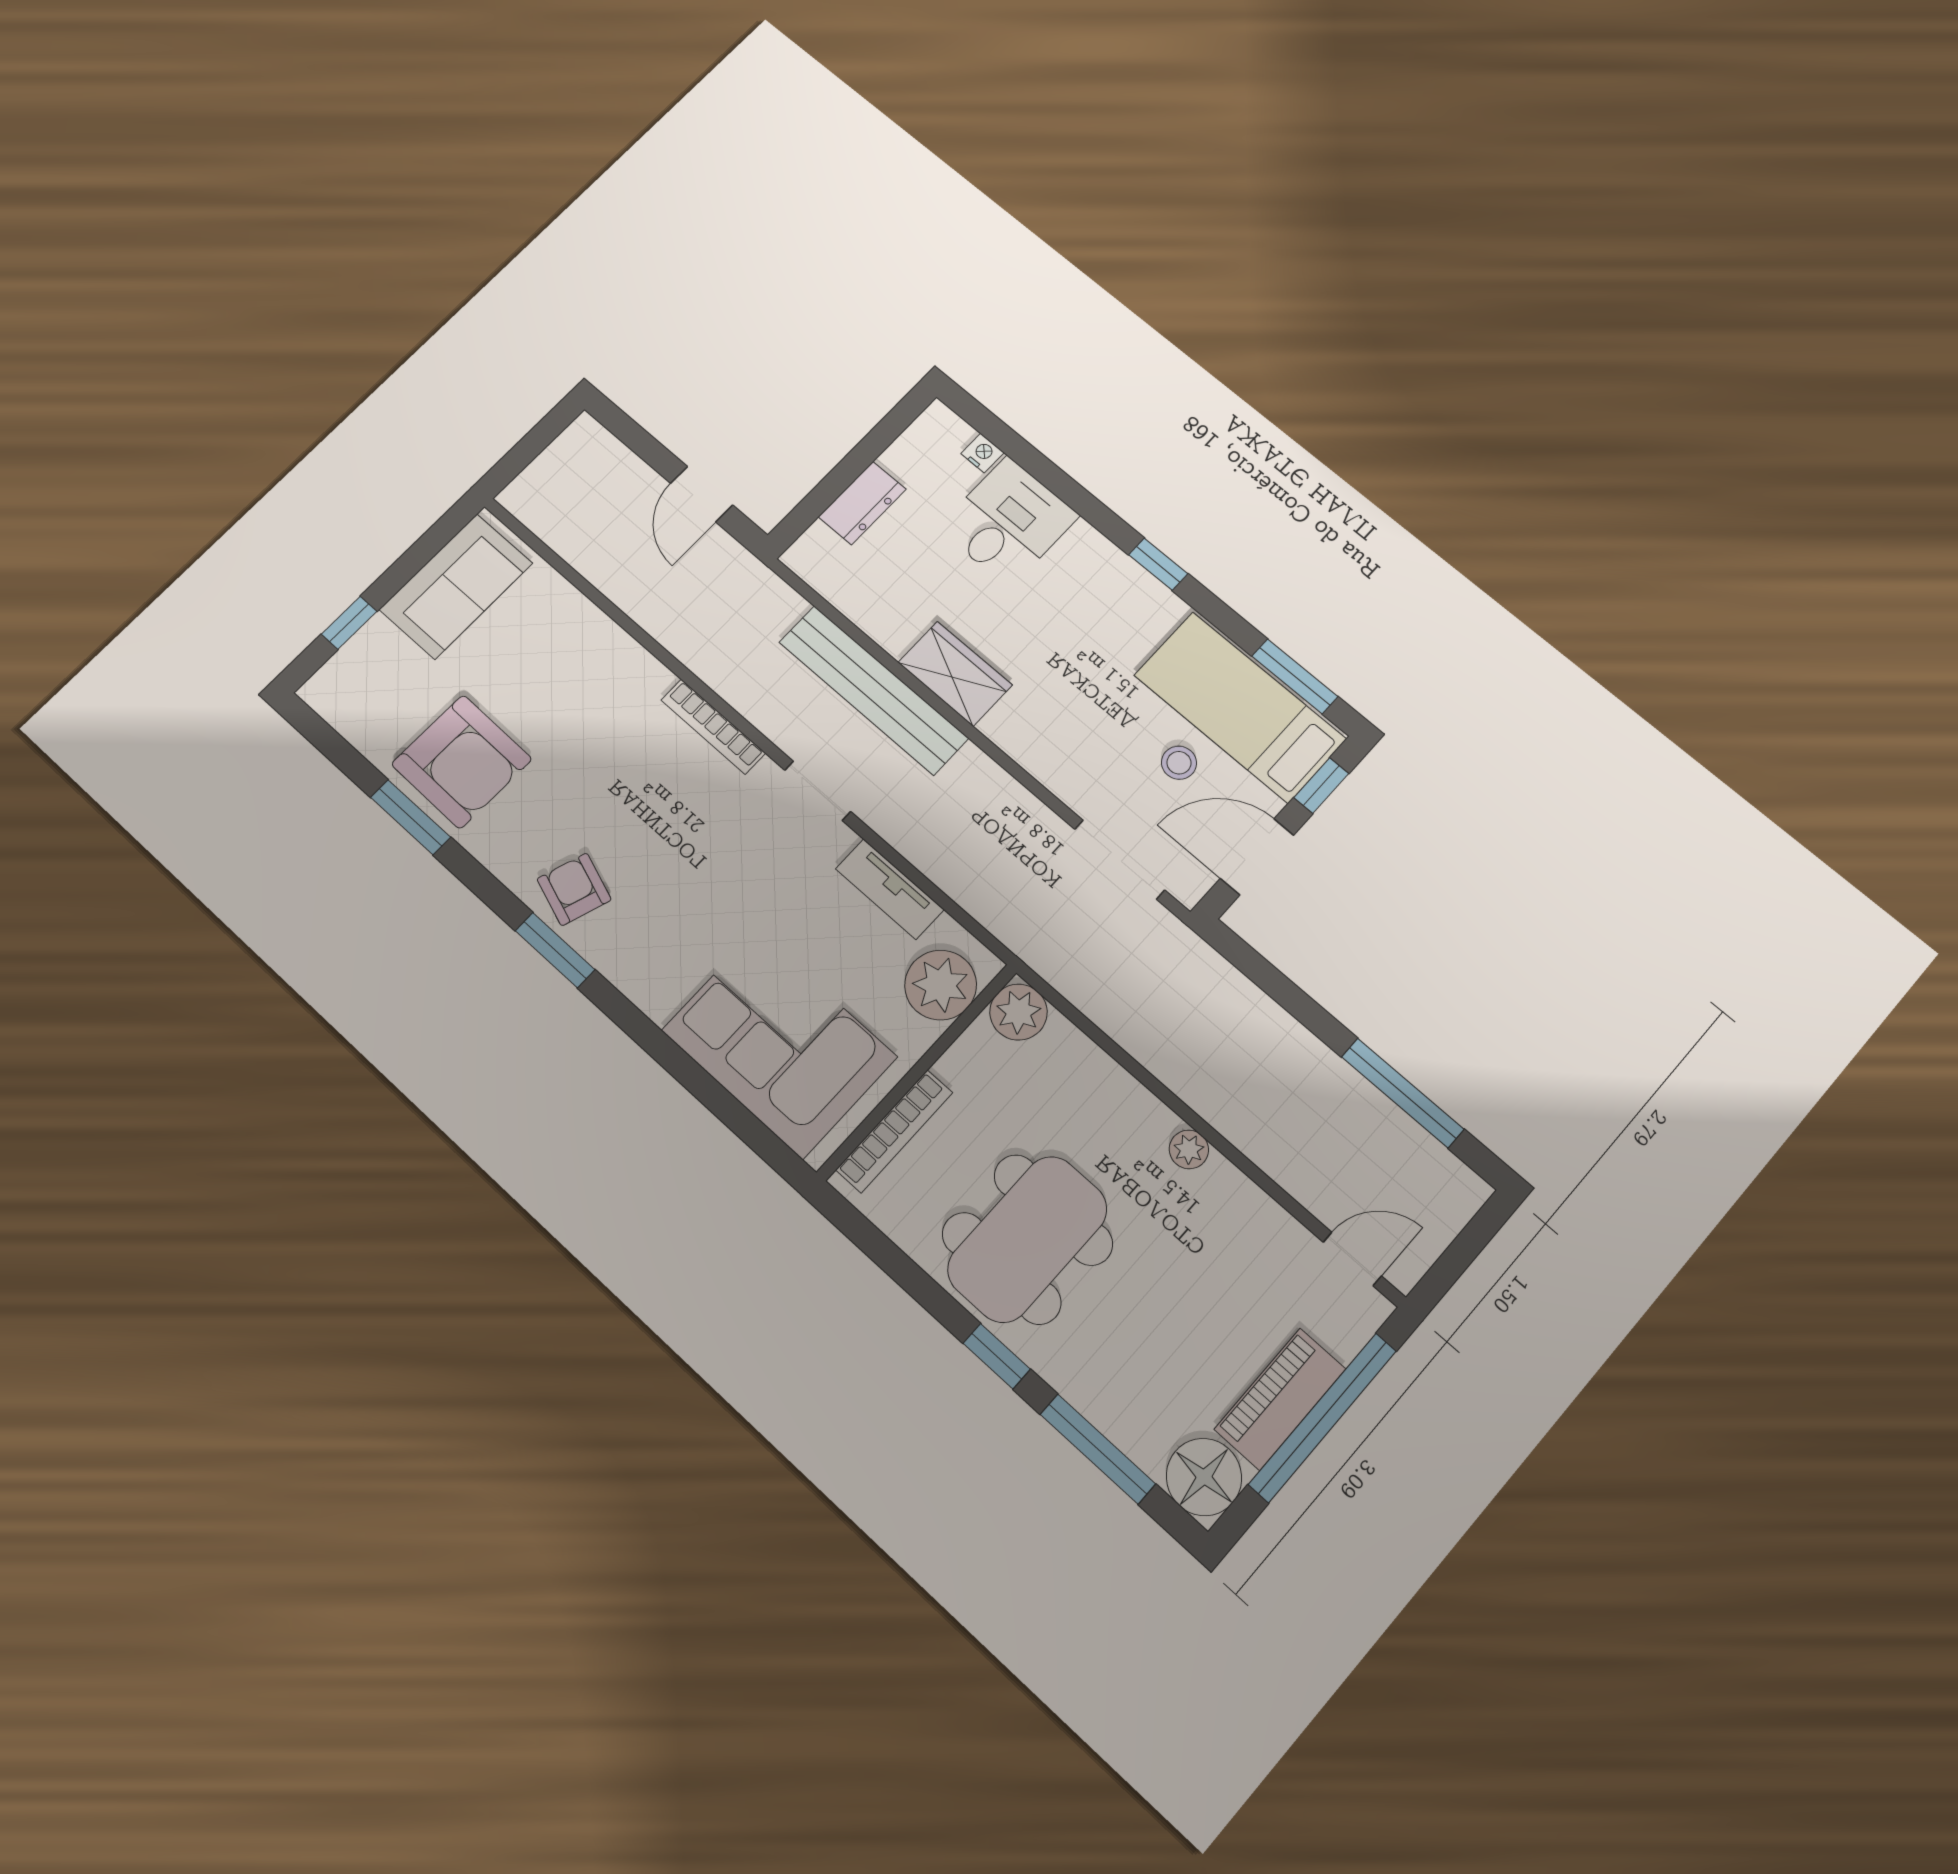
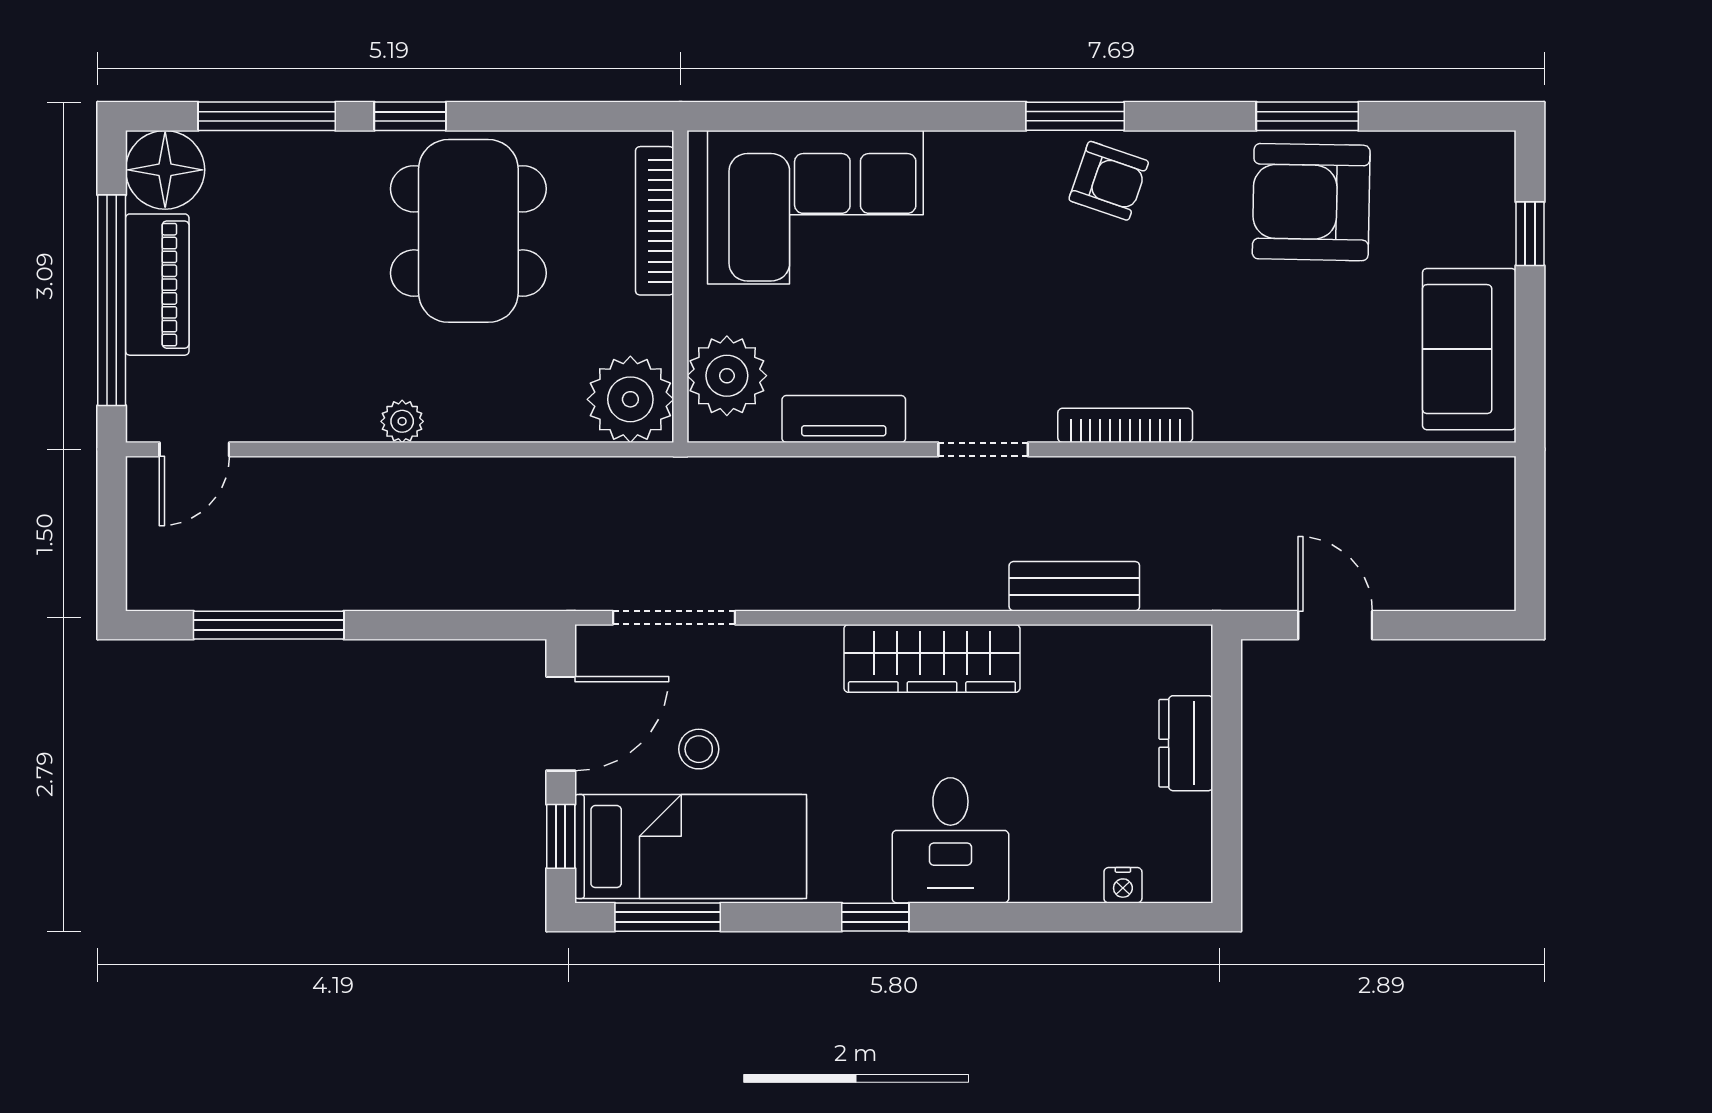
desk: (1008, 522) -> (950, 840), moved
wardrobe: (955, 674) -> (932, 658), width x1.50
bench: (873, 690) -> (1074, 586), width x0.54, depth x0.82
plant: (1019, 1012) -> (630, 399), width x1.36, depth x1.36

